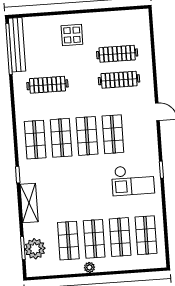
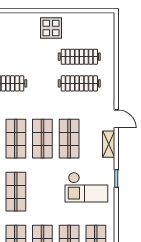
display table: (72, 35) -> (51, 28), moved
shelving: (152, 137) -> (109, 144), added
shop shelf: (65, 189) -> (16, 192), added

